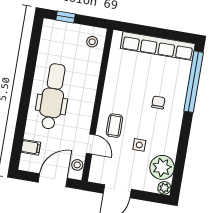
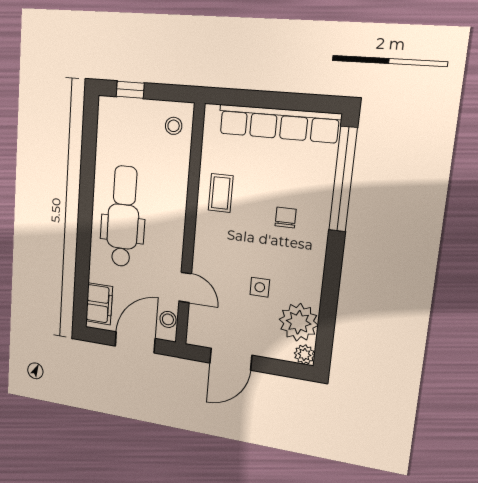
coffee table: (114, 126) -> (221, 193), moved
filing cabinet: (31, 147) -> (99, 304), width x2.00

